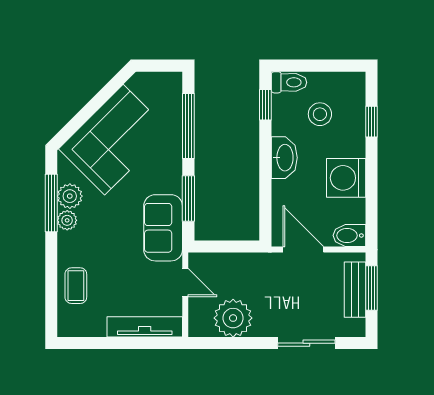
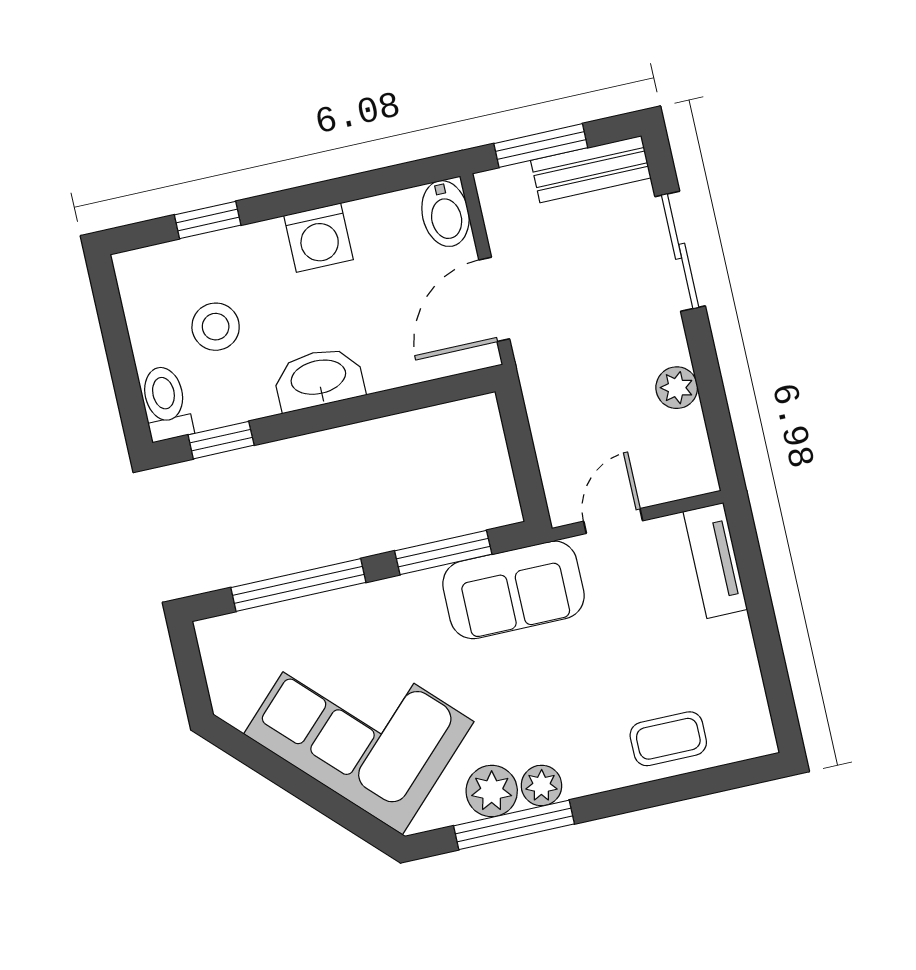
washing machine: (346, 178) -> (319, 238), width x0.73, depth x0.73
bench: (355, 290) -> (591, 169), moved
plant: (233, 318) -> (677, 388), width x0.53, depth x0.53
tv unit: (145, 327) -> (715, 560), width x0.71

